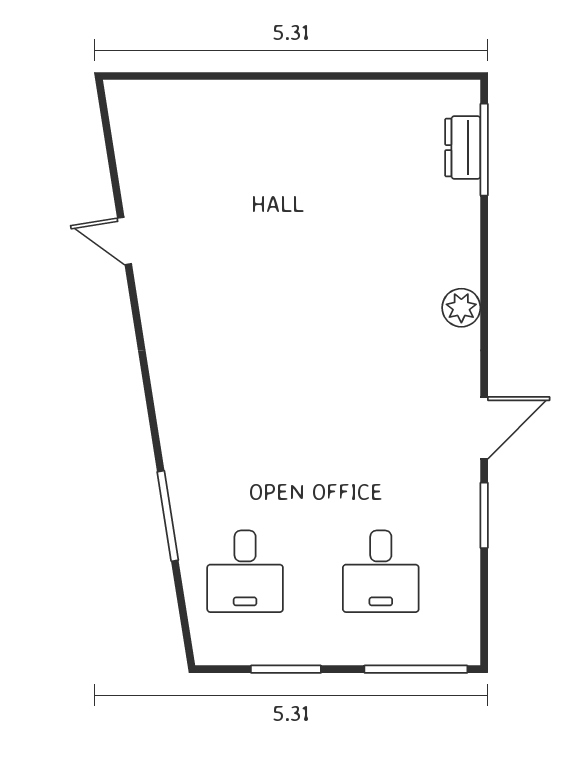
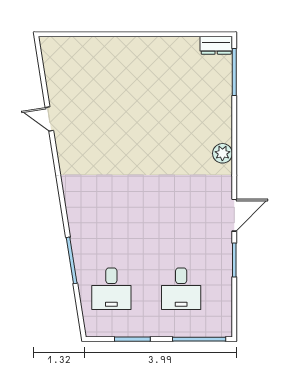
dresser: (463, 148) -> (216, 45), moved, turned -90

